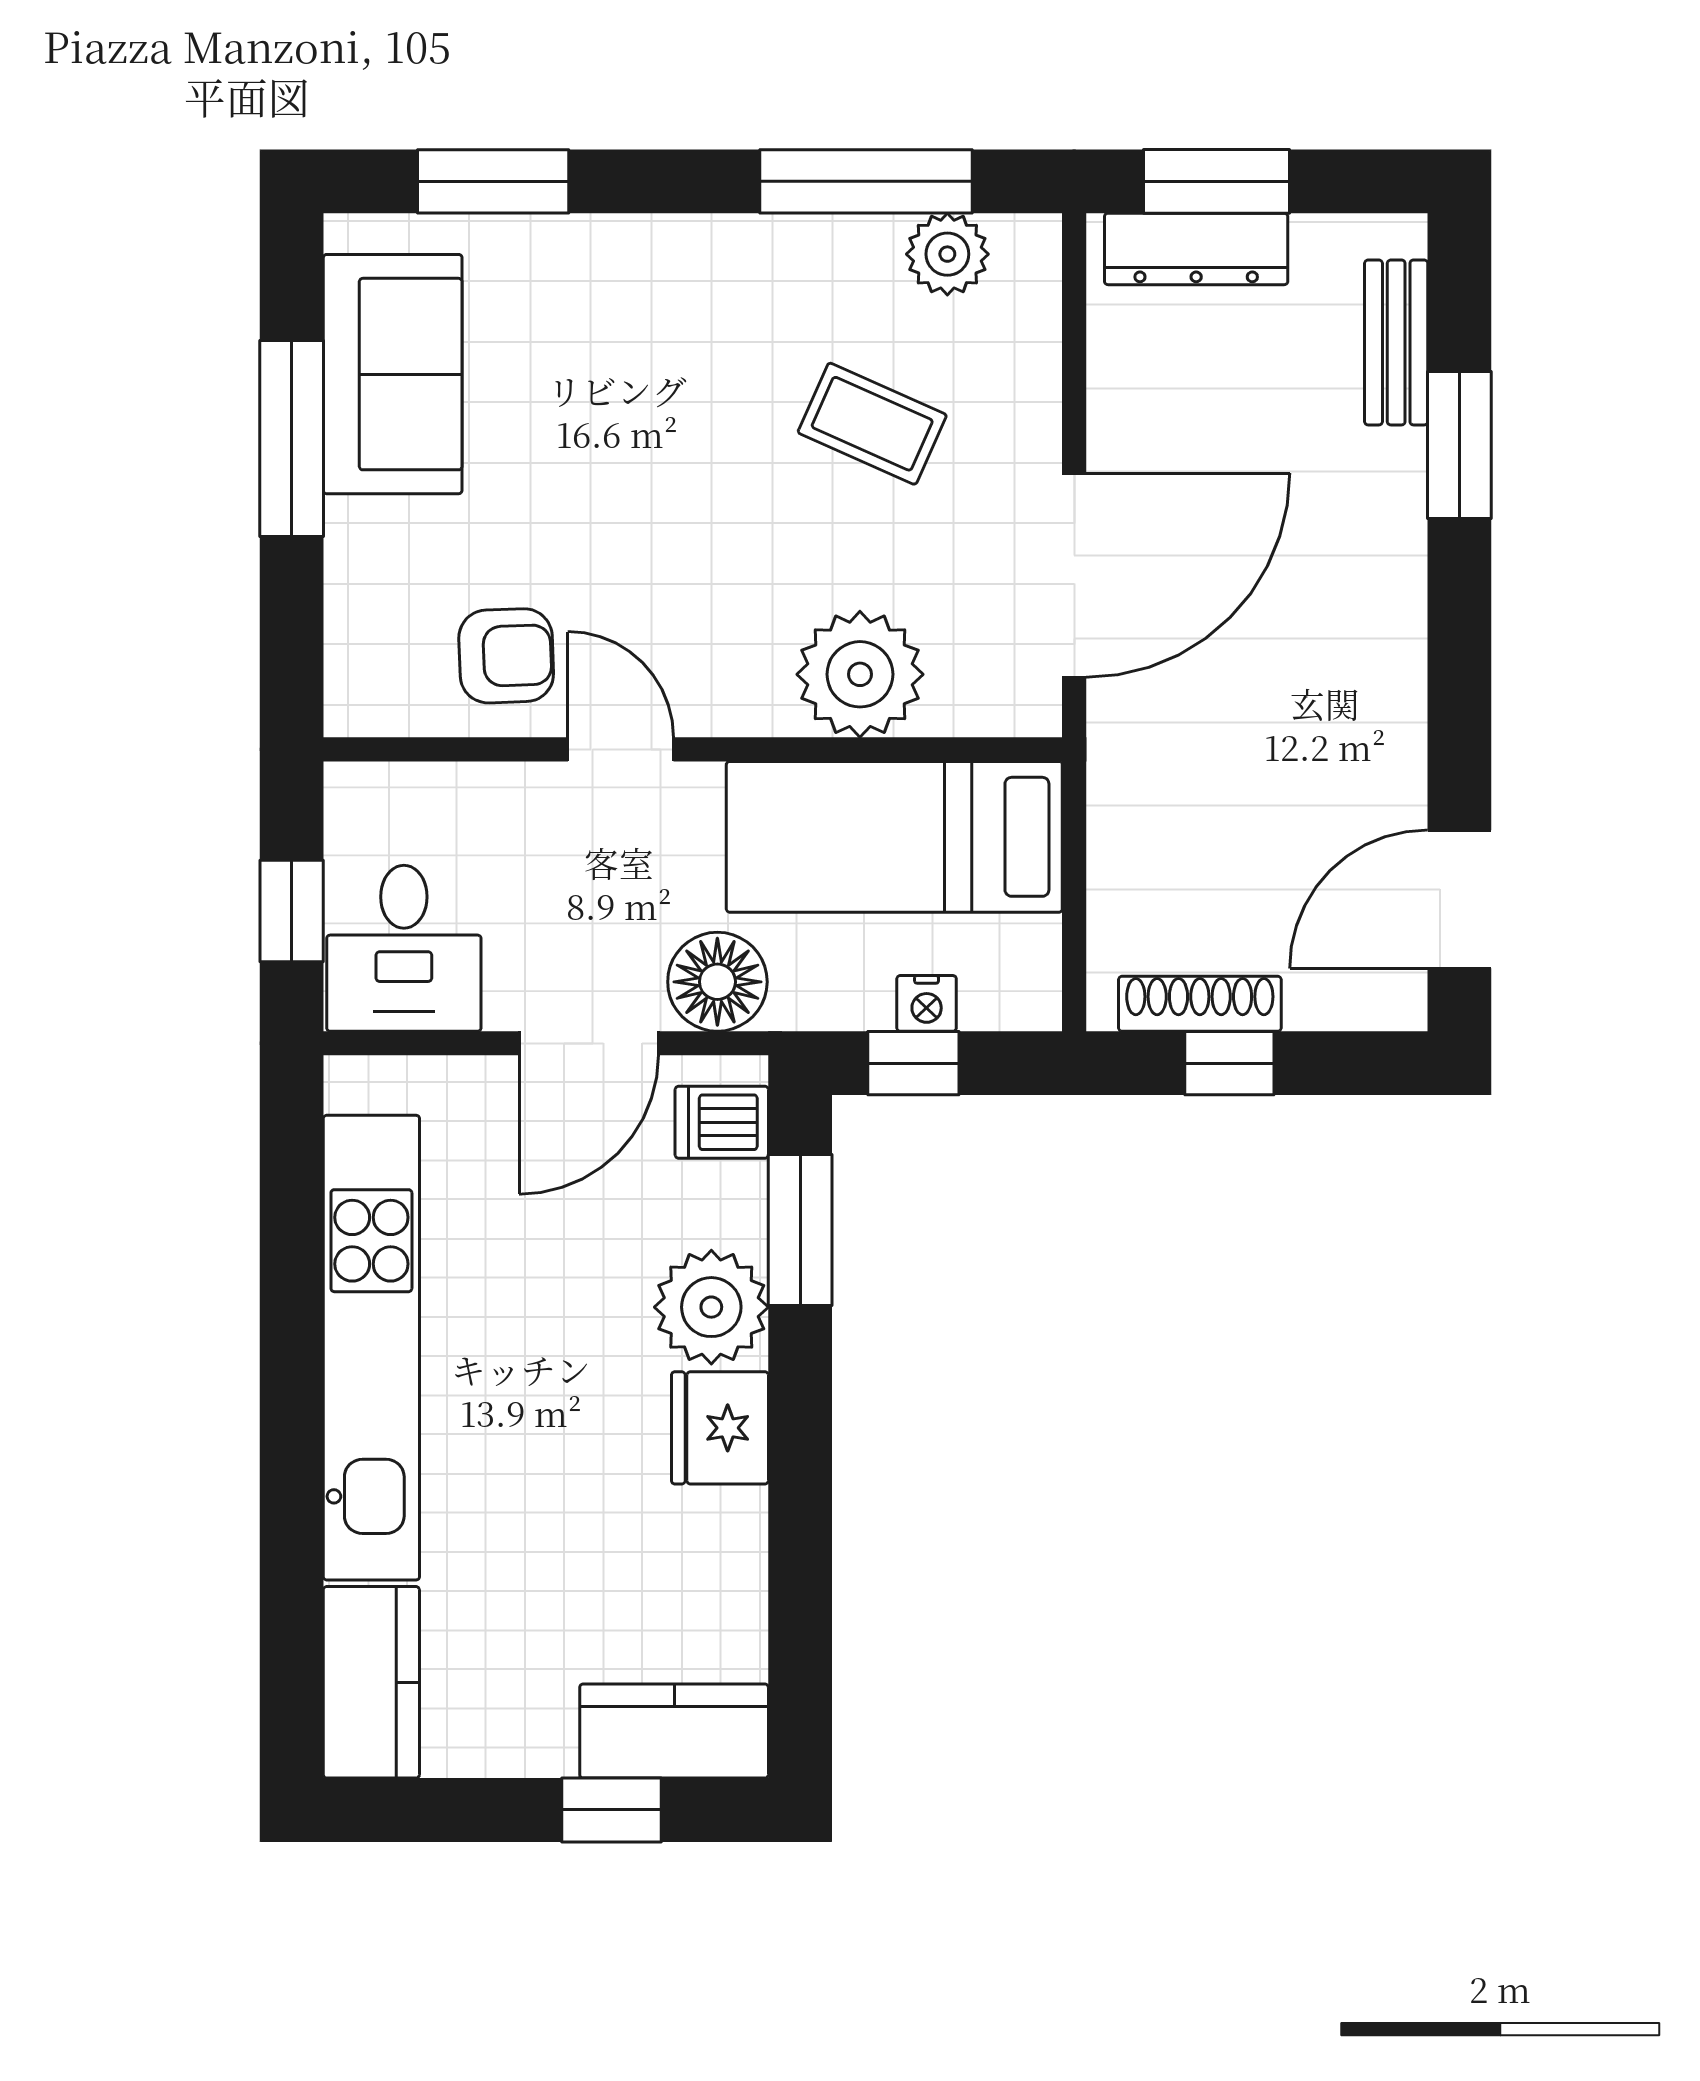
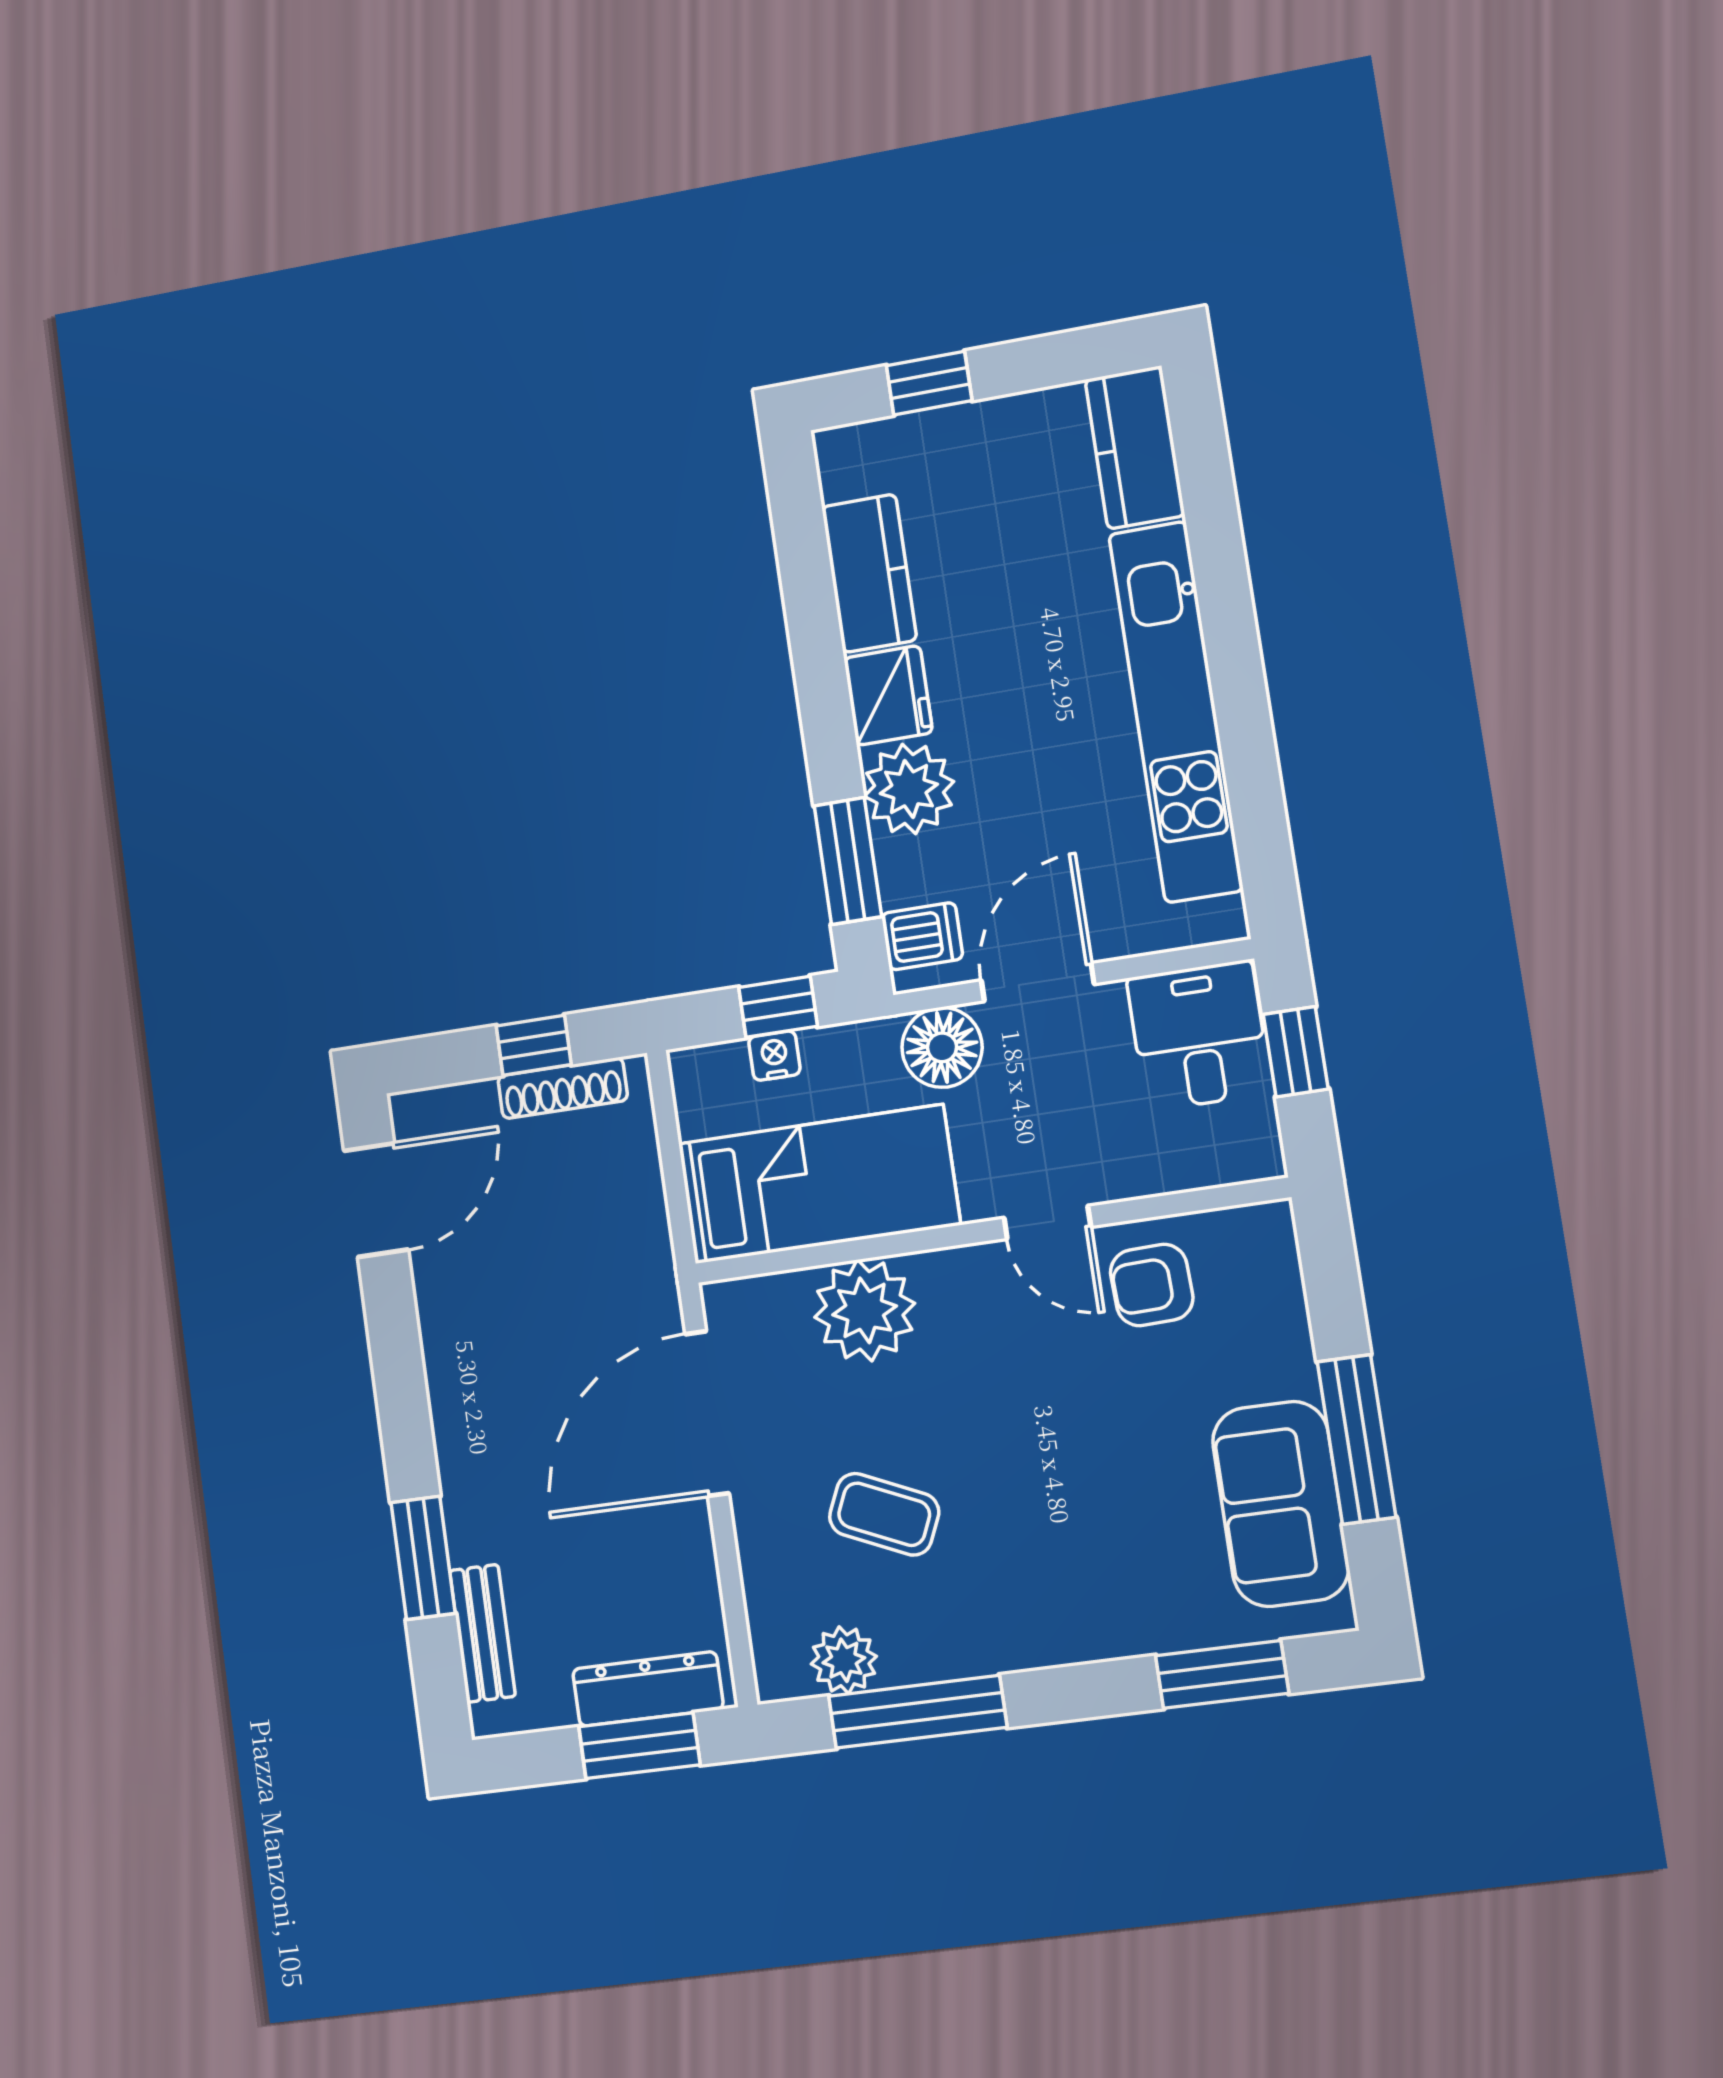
kitchen counter: (674, 1731) -> (869, 573), moved, turned -90

